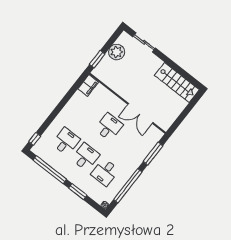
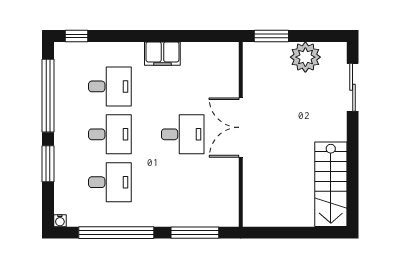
filing cabinet: (88, 85) -> (162, 54), moved
double door: (140, 113) -> (241, 127), moved
desk: (105, 172) -> (110, 182), turned 180

